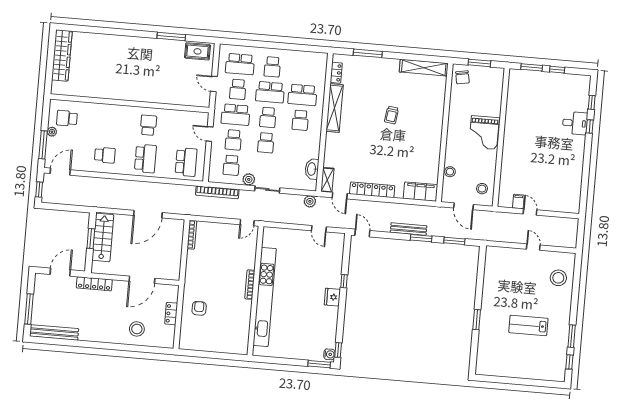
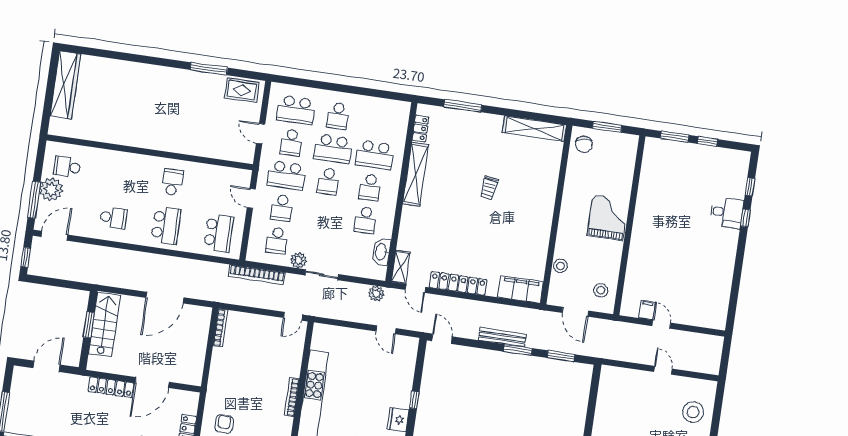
plant: (52, 132) -> (51, 189), width x1.87, depth x1.87
grand piano: (484, 133) -> (608, 218), turned 180
school desk: (266, 143) -> (365, 220), moved
locker: (94, 284) -> (111, 387), moved

